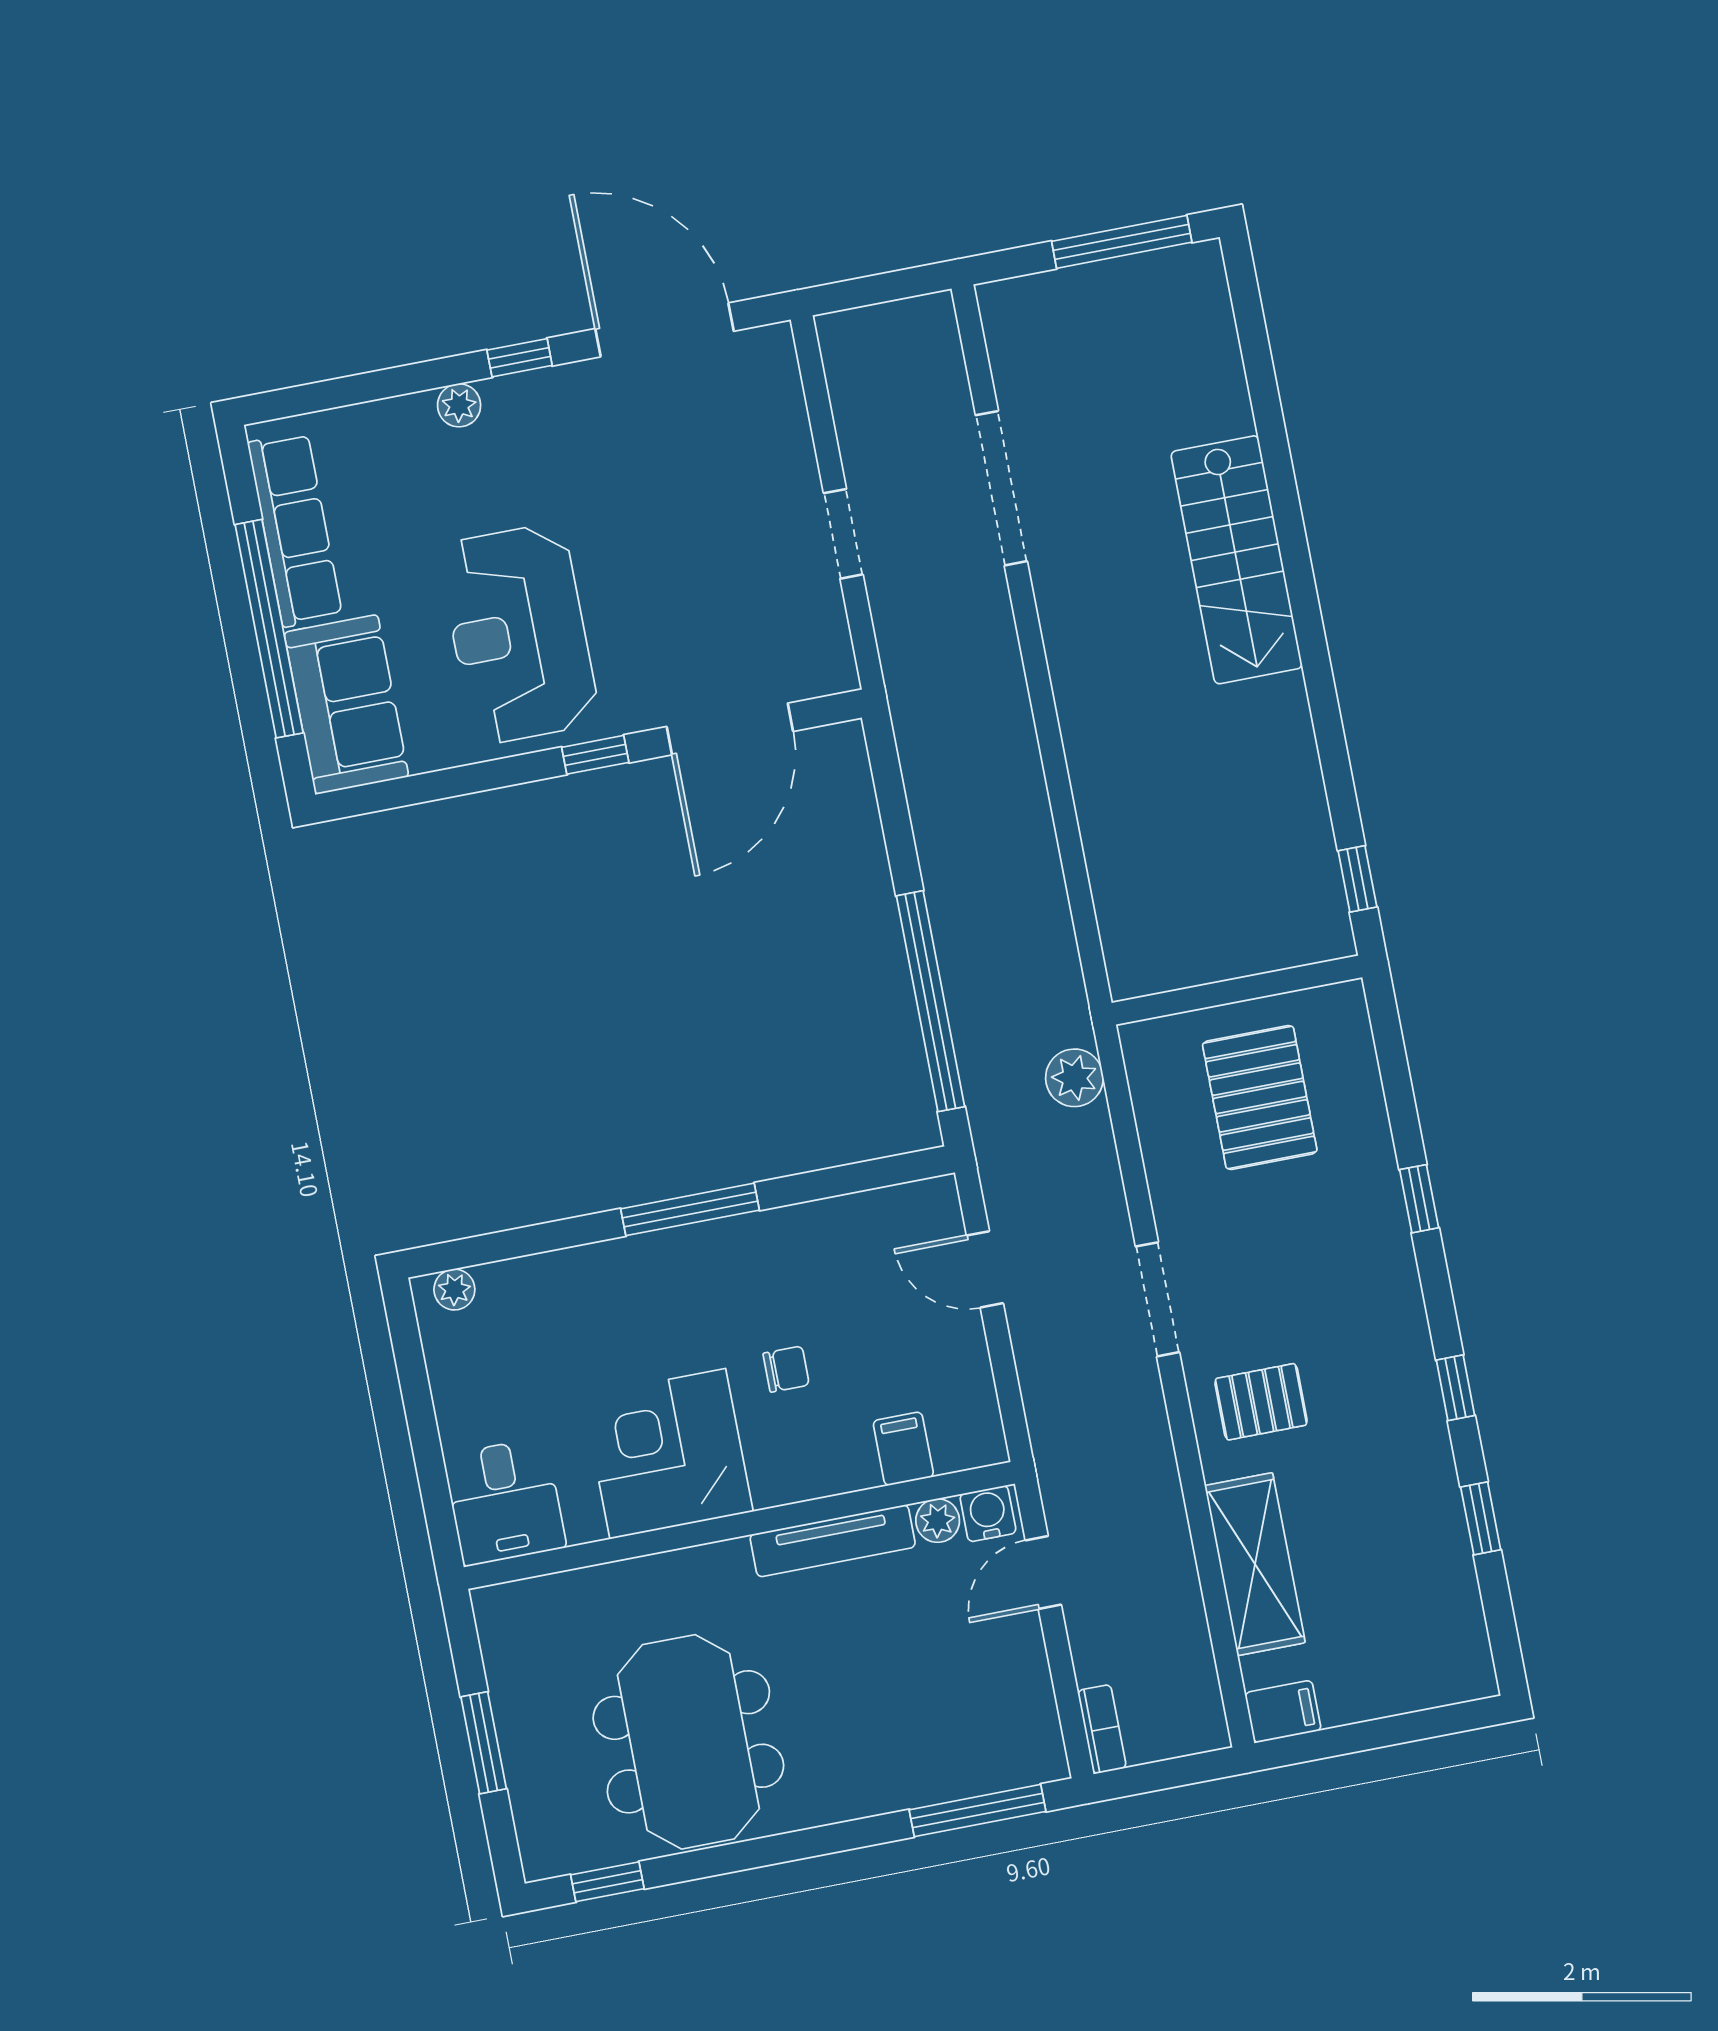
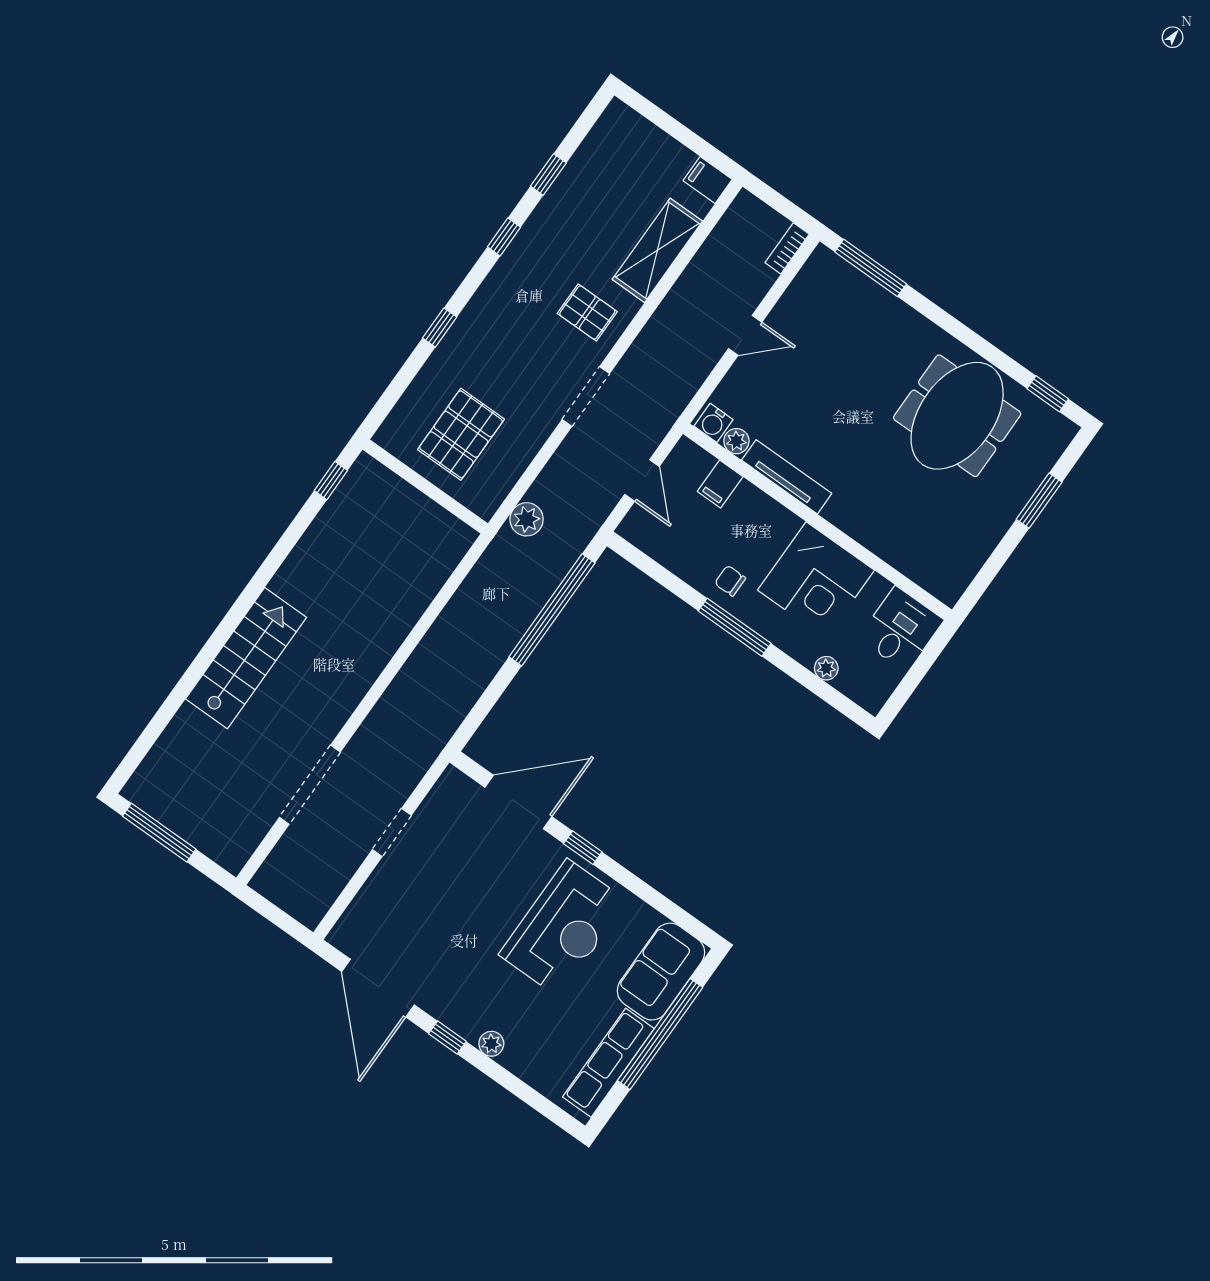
plant: (454, 1290) -> (826, 668), moved
chair: (786, 1369) -> (730, 581), moved
filing cabinet: (903, 1449) -> (720, 484), moved
corner desk: (668, 1454) -> (816, 580), moved
desk: (505, 1502) -> (901, 629), moved
water cooler: (988, 1514) -> (713, 423), moved
plant: (938, 1521) -> (736, 441), moved
wall: (739, 1525) -> (817, 522), moved
tv unit: (833, 1541) -> (787, 477), moved

